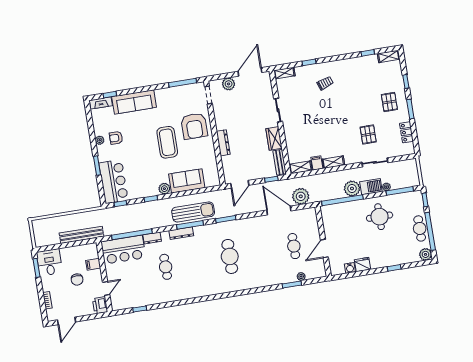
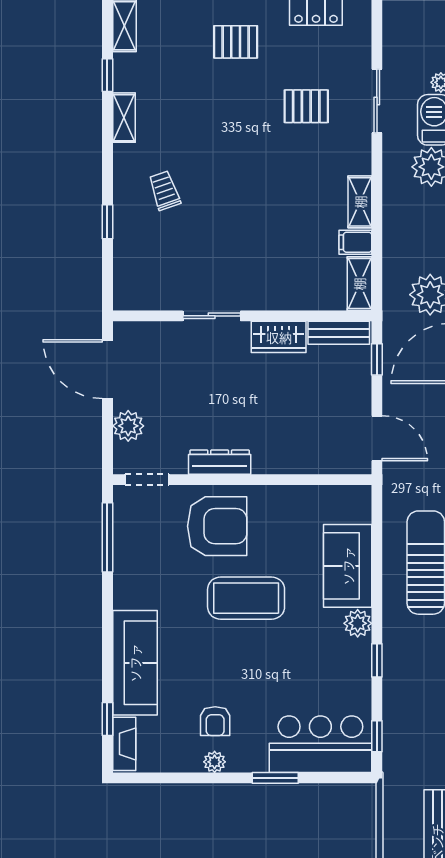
shelving: (284, 73) -> (124, 118), moved
dresser: (223, 143) -> (220, 462), moved

